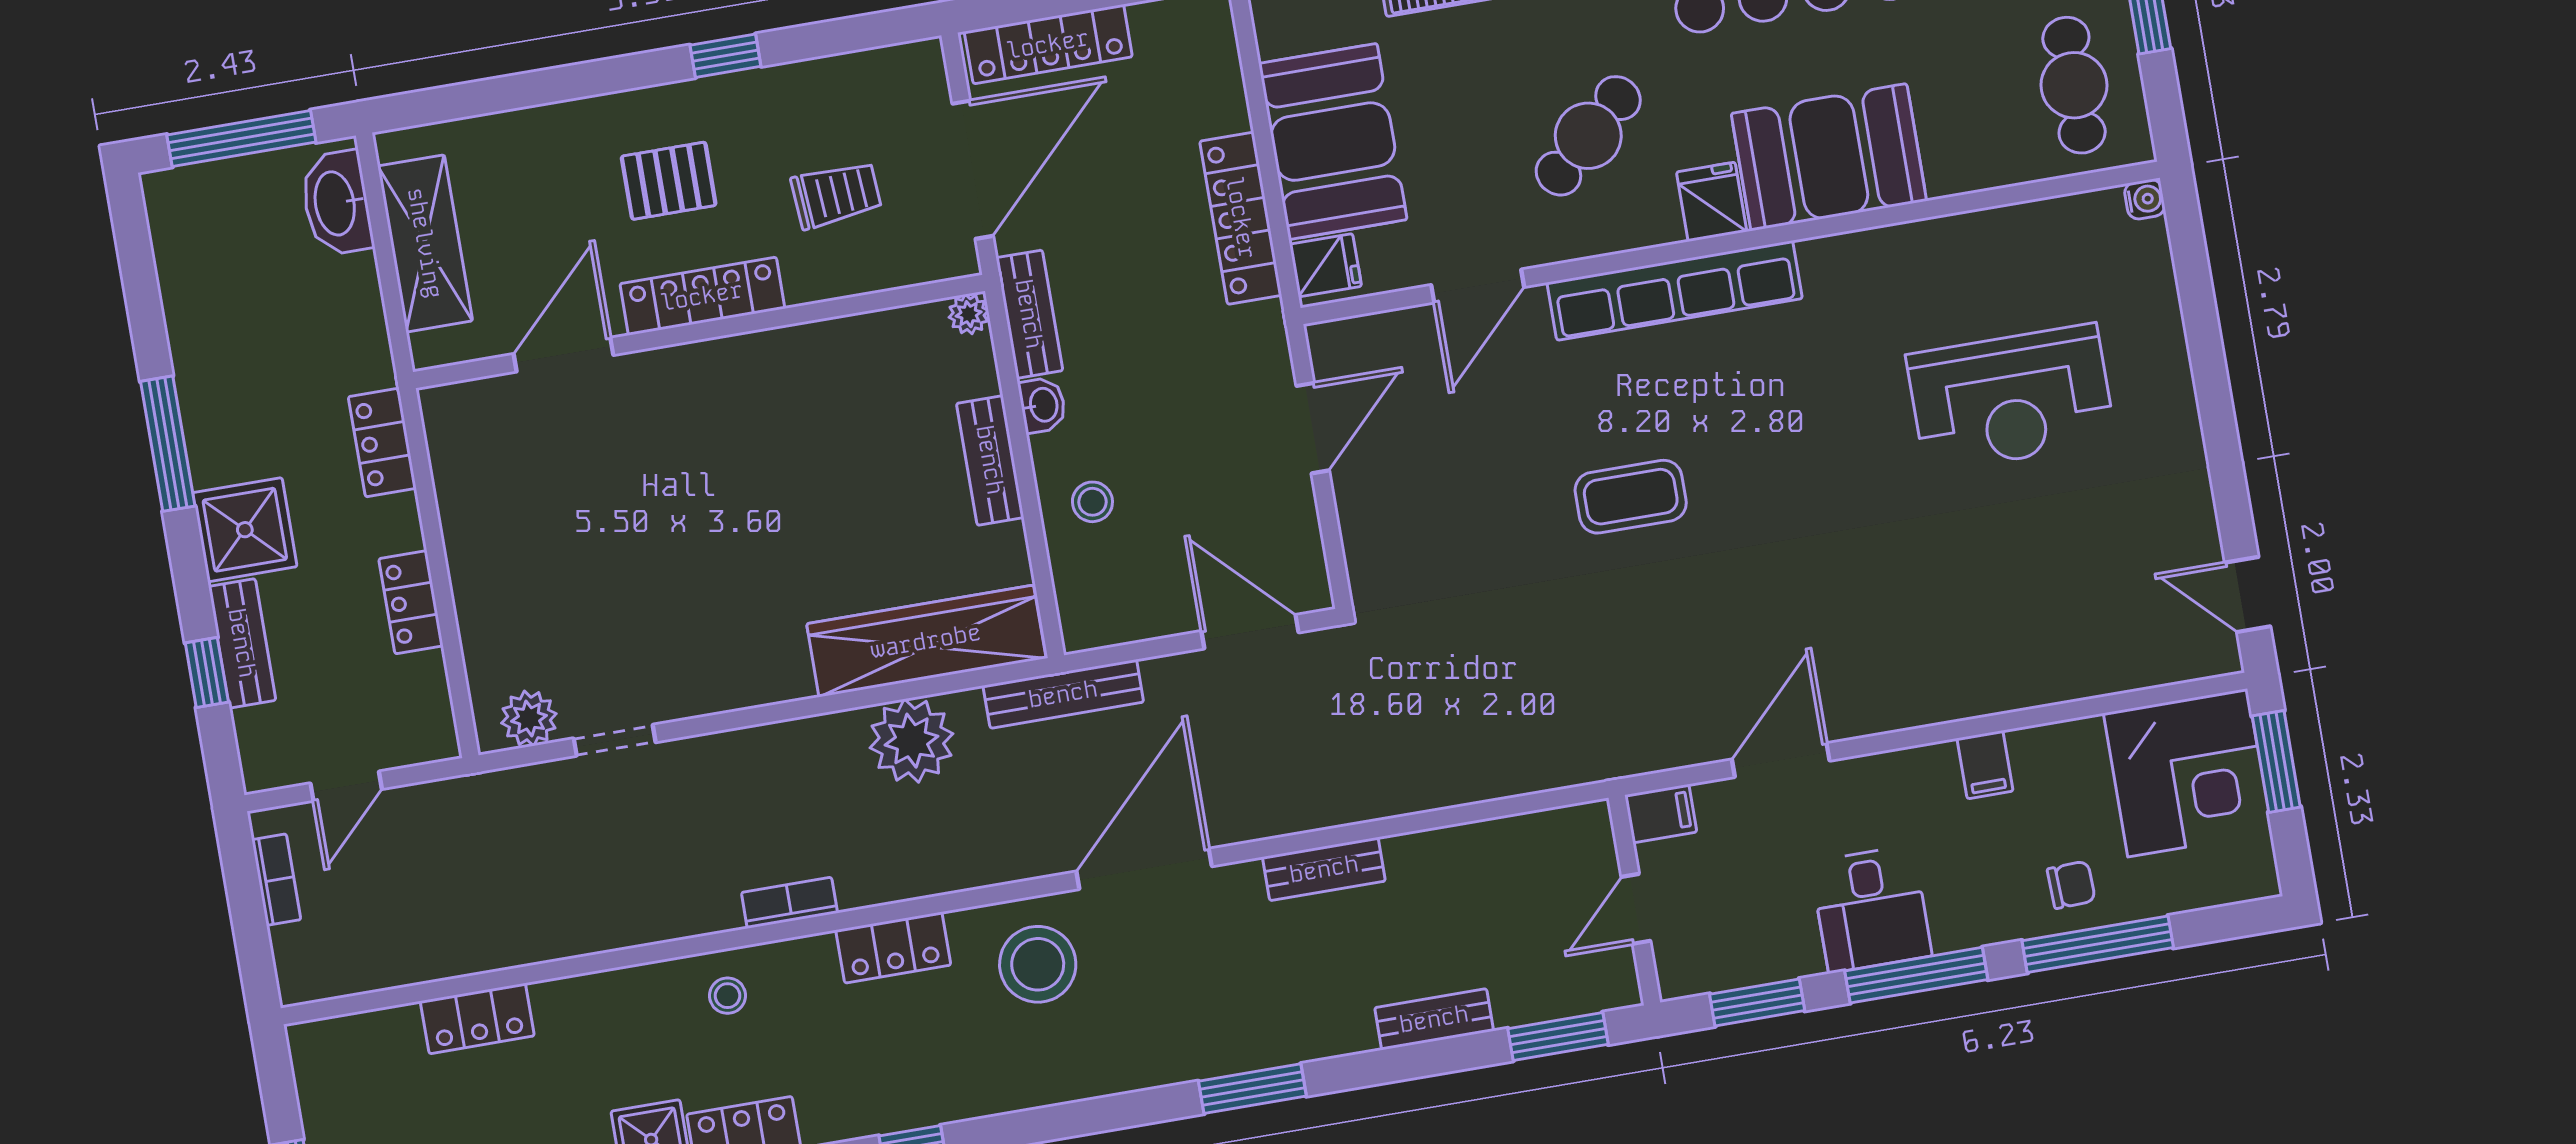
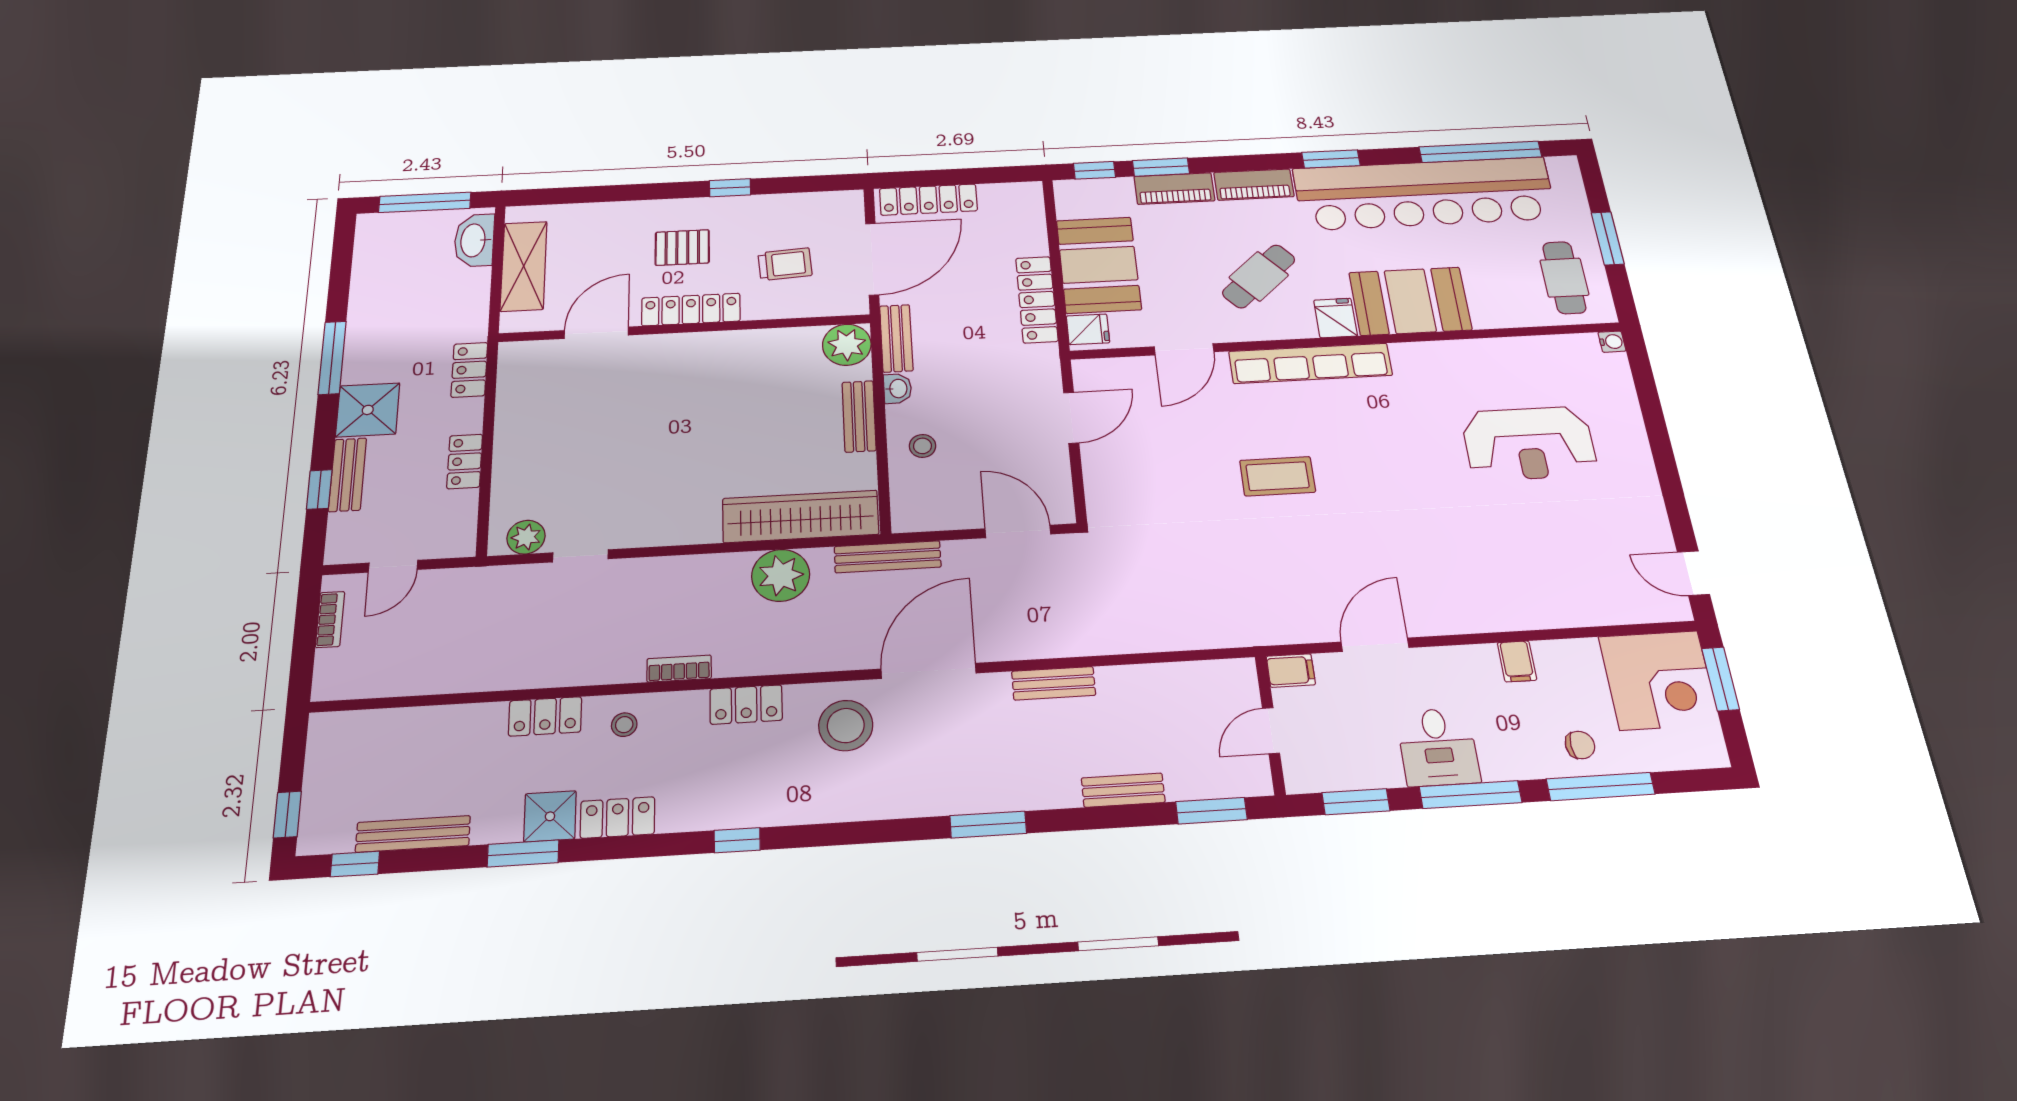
plant: (969, 314) -> (847, 345), width x1.88, depth x1.88
locker: (477, 1018) -> (545, 716), moved

